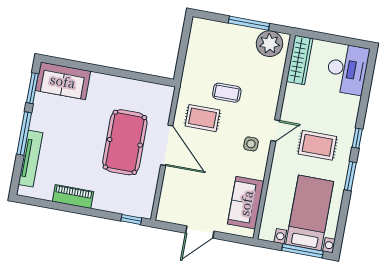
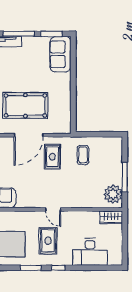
wardrobe: (300, 60) -> (111, 217), width x0.67
desk: (347, 69) -> (90, 252), moved
coffee table: (227, 93) -> (83, 155), moved
side table: (251, 144) -> (40, 194), removed

